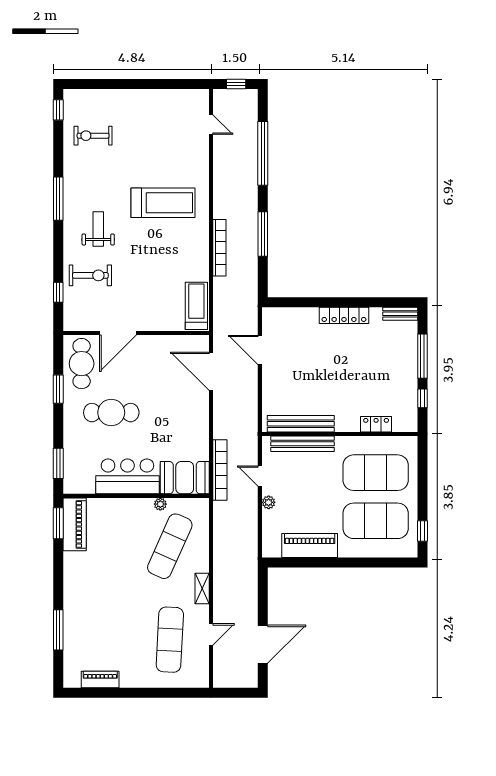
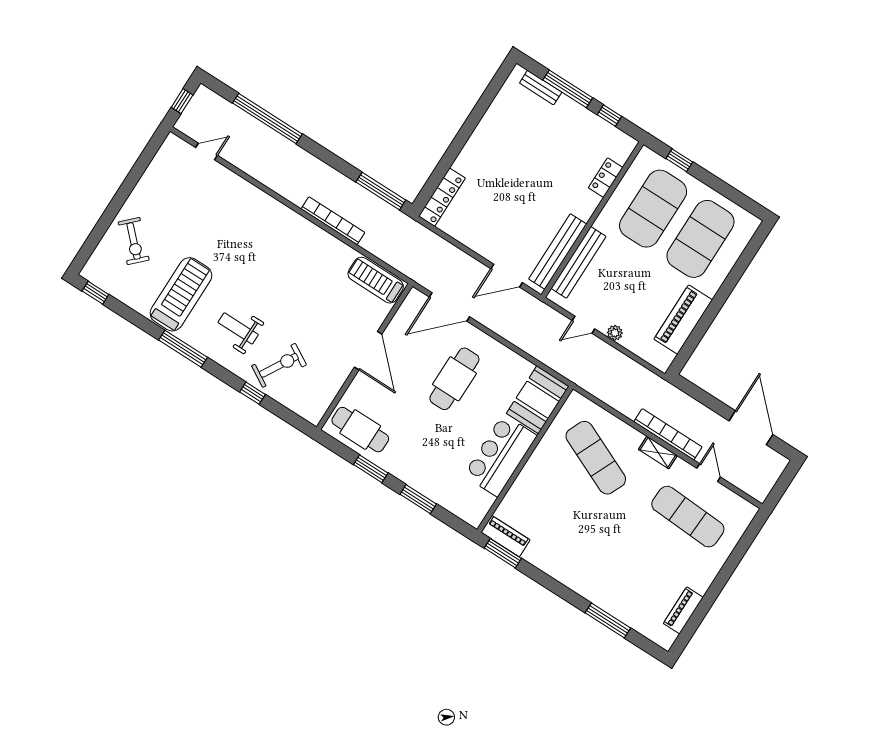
exercise bike: (93, 136) -> (134, 241), moved, turned -45
treadmill: (163, 203) -> (181, 294), moved
window: (263, 234) -> (381, 191), moved
exercise bike: (90, 275) -> (279, 365), turned 30
window: (58, 292) -> (253, 393), moved
bench: (400, 314) -> (541, 88), moved, turned 90
locker: (344, 315) -> (442, 197), moved
door: (118, 333) -> (368, 351), moved
door: (260, 350) -> (507, 276), moved
cafe table: (111, 413) -> (454, 379), moved
window: (58, 463) -> (418, 499), moved
bookcase: (220, 470) -> (668, 434), moved
plant: (160, 504) -> (548, 441), removed
piano: (75, 524) -> (506, 536), width x0.73, depth x0.75
window: (423, 531) -> (679, 160), moved

